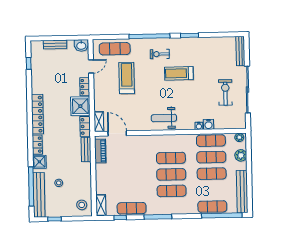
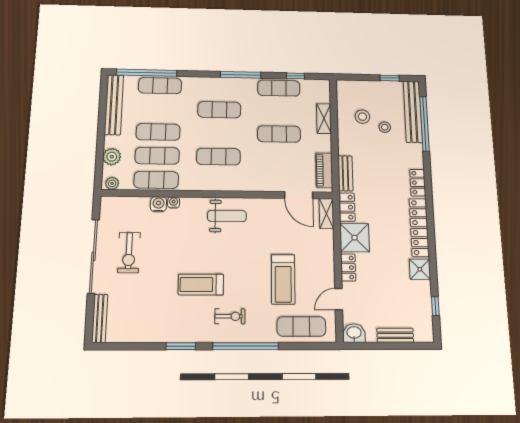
treadmill: (179, 73) -> (201, 285), turned 180
shower: (39, 162) -> (420, 269), moved
exercise mat: (171, 174) -> (279, 134), moved
stool: (82, 205) -> (362, 117), moved
shelving: (101, 205) -> (324, 119), moved

